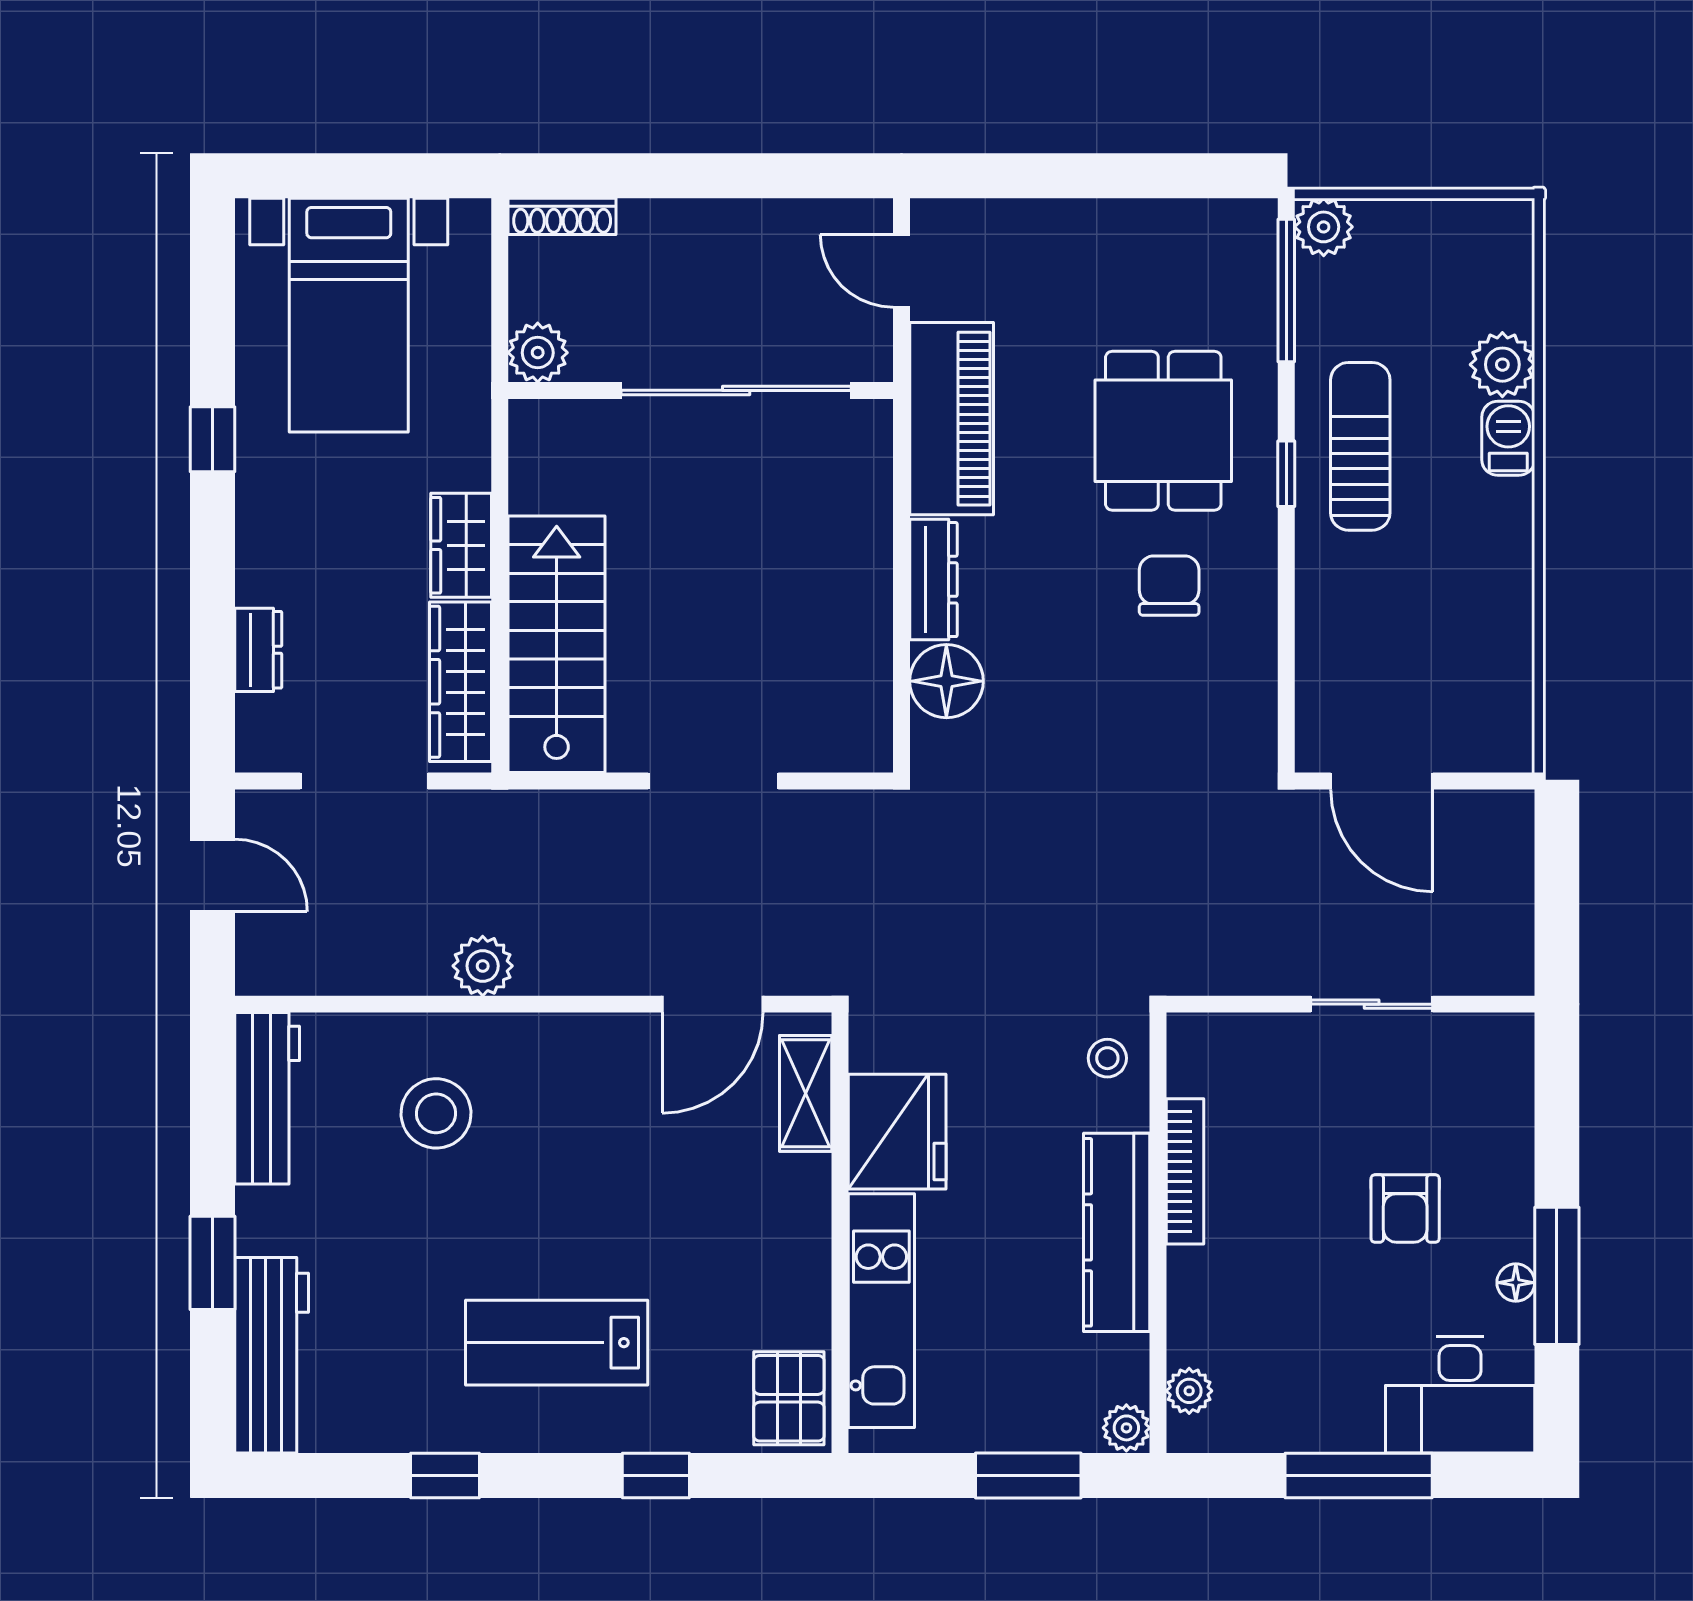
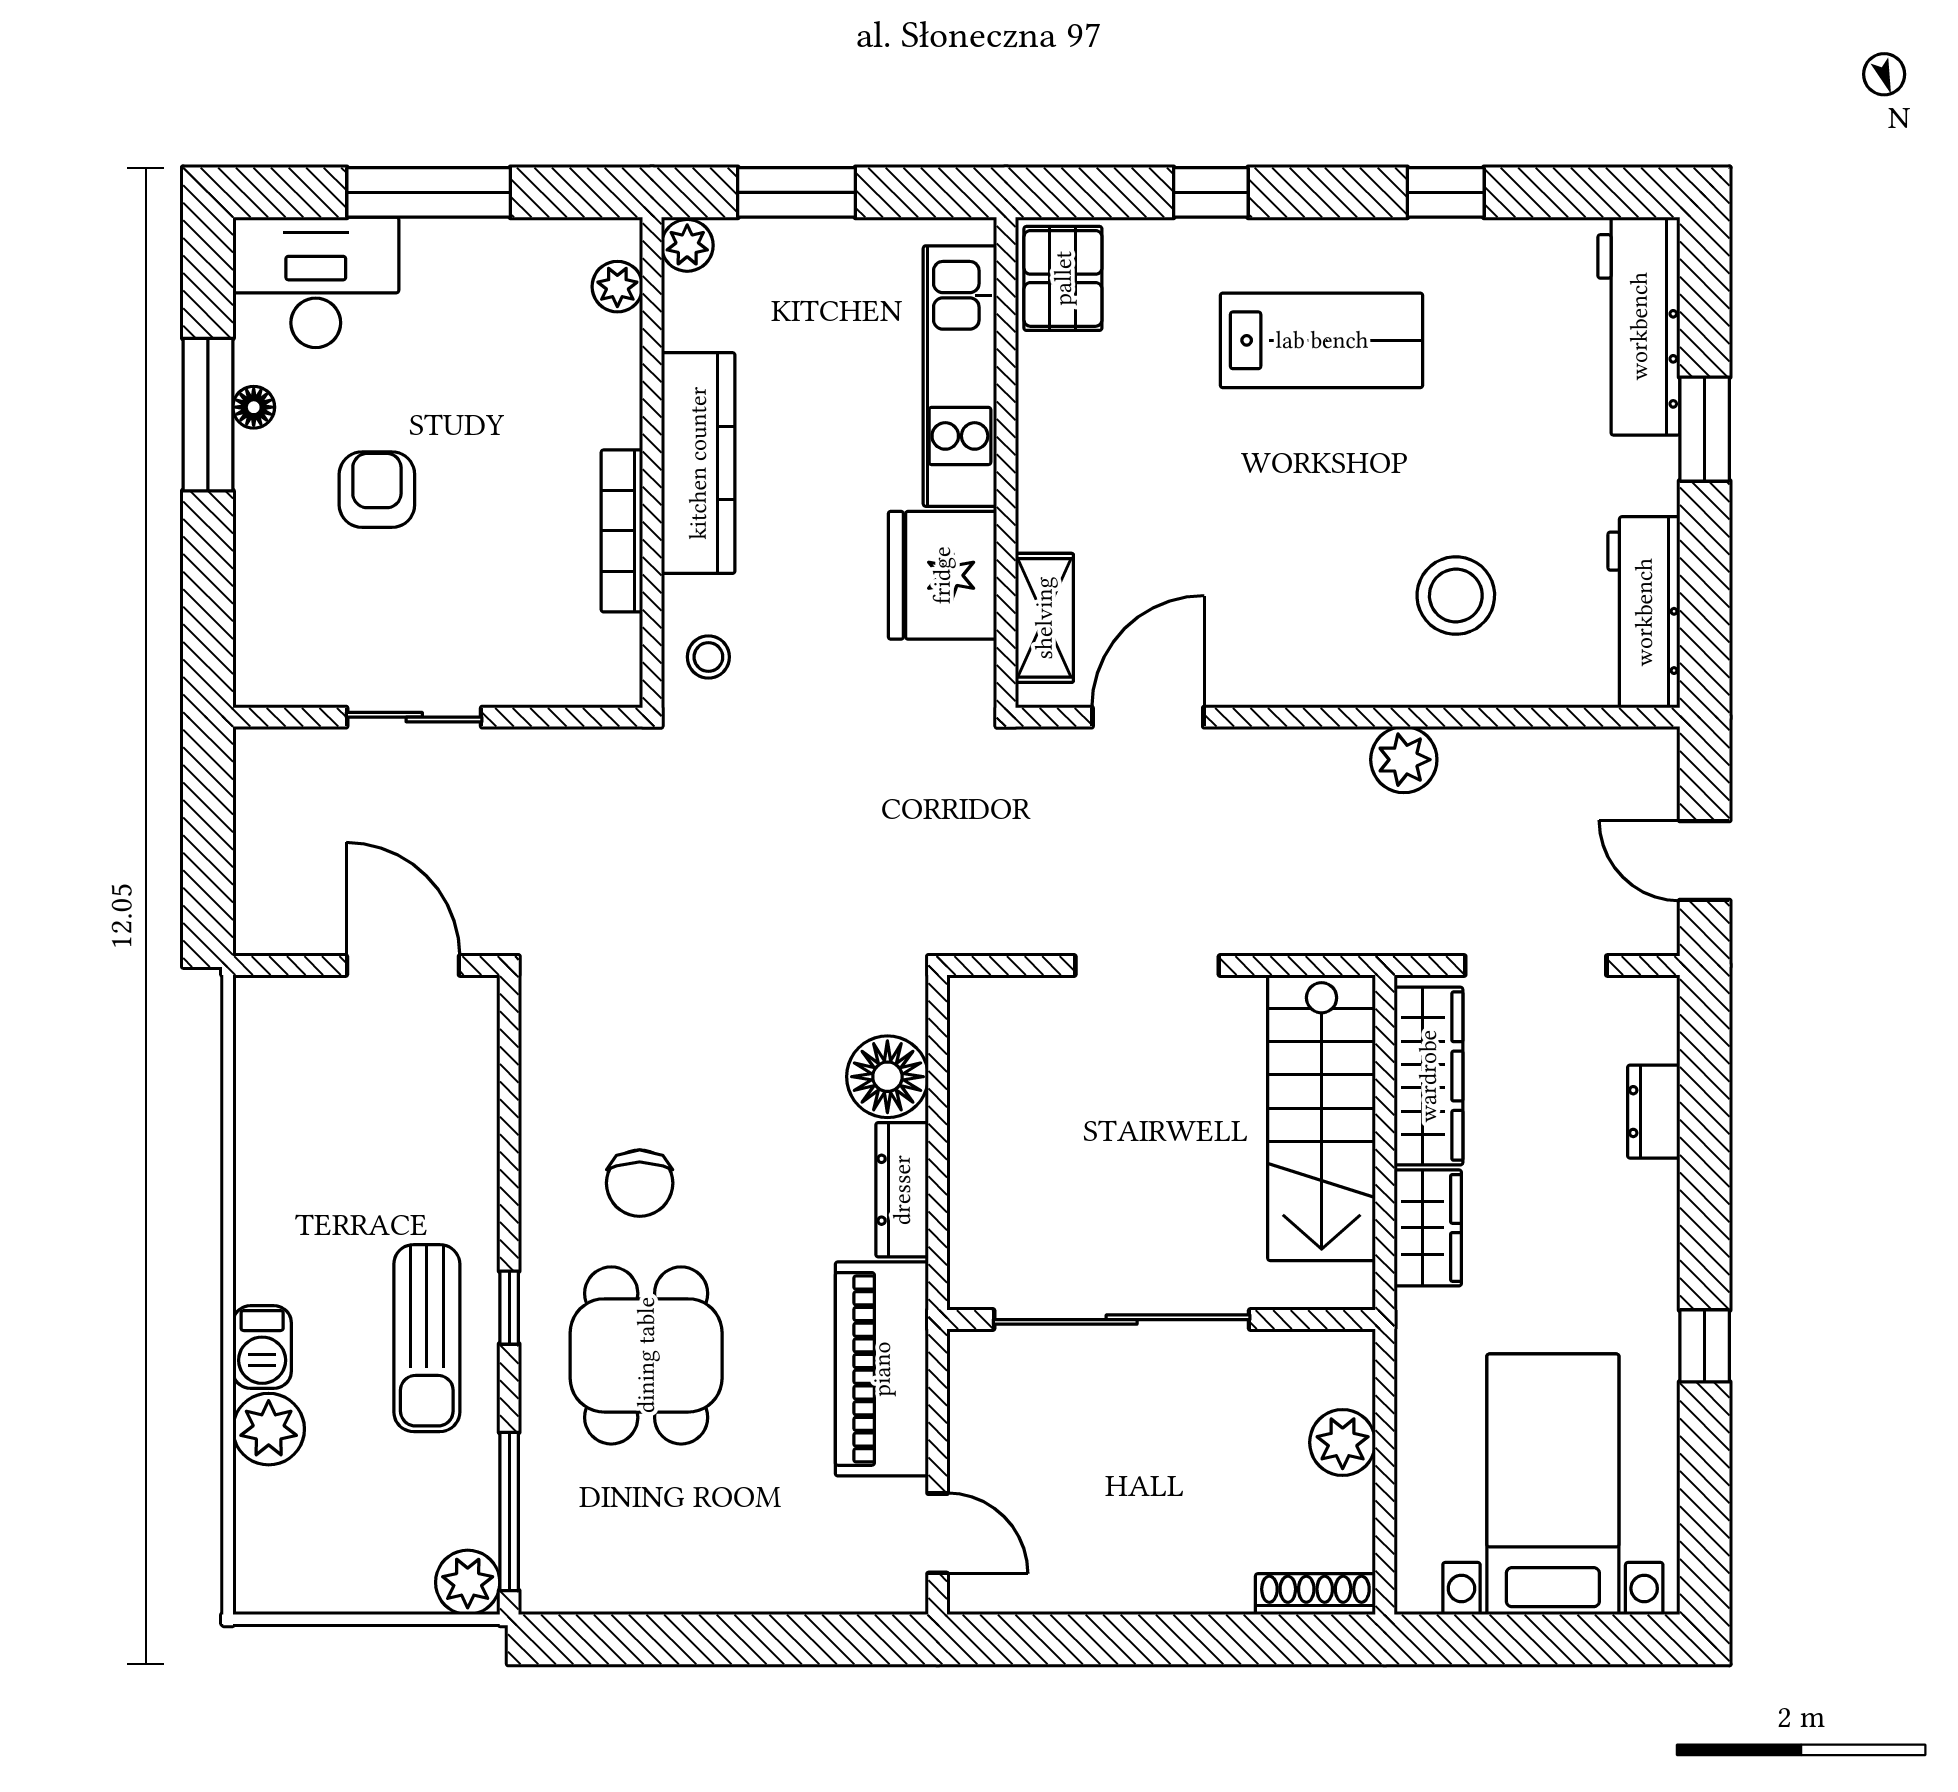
wall: (701, 390) -> (1161, 1320), moved
sliding door: (736, 390) -> (1122, 1320), moved

